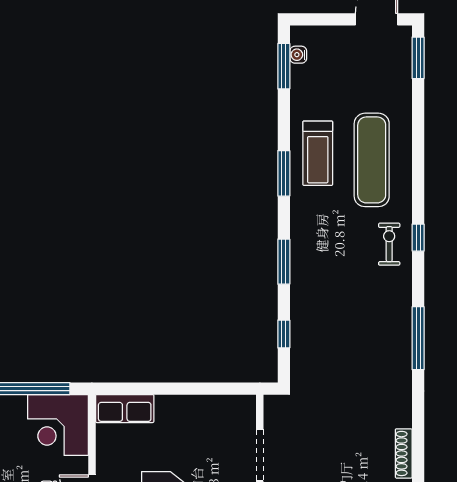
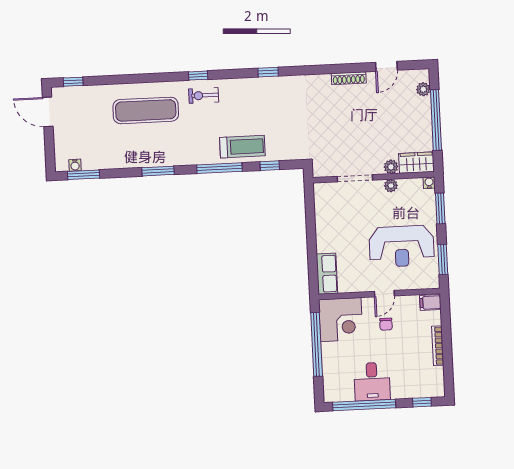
window: (418, 58) -> (73, 82), width x0.67
treadmill: (318, 153) -> (242, 147), moved
window: (284, 262) -> (219, 168), width x1.44
window: (418, 338) -> (268, 72), width x0.46

